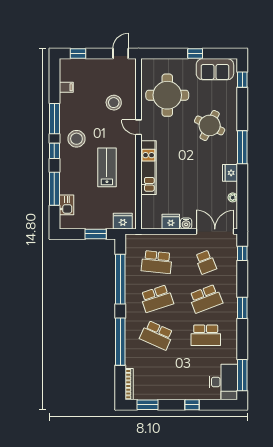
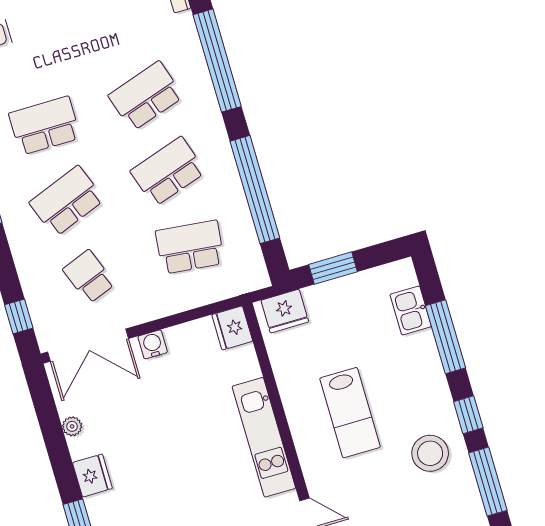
fridge: (171, 222) -> (232, 328), moved, turned 90
school desk: (157, 335) -> (146, 96), turned -42

